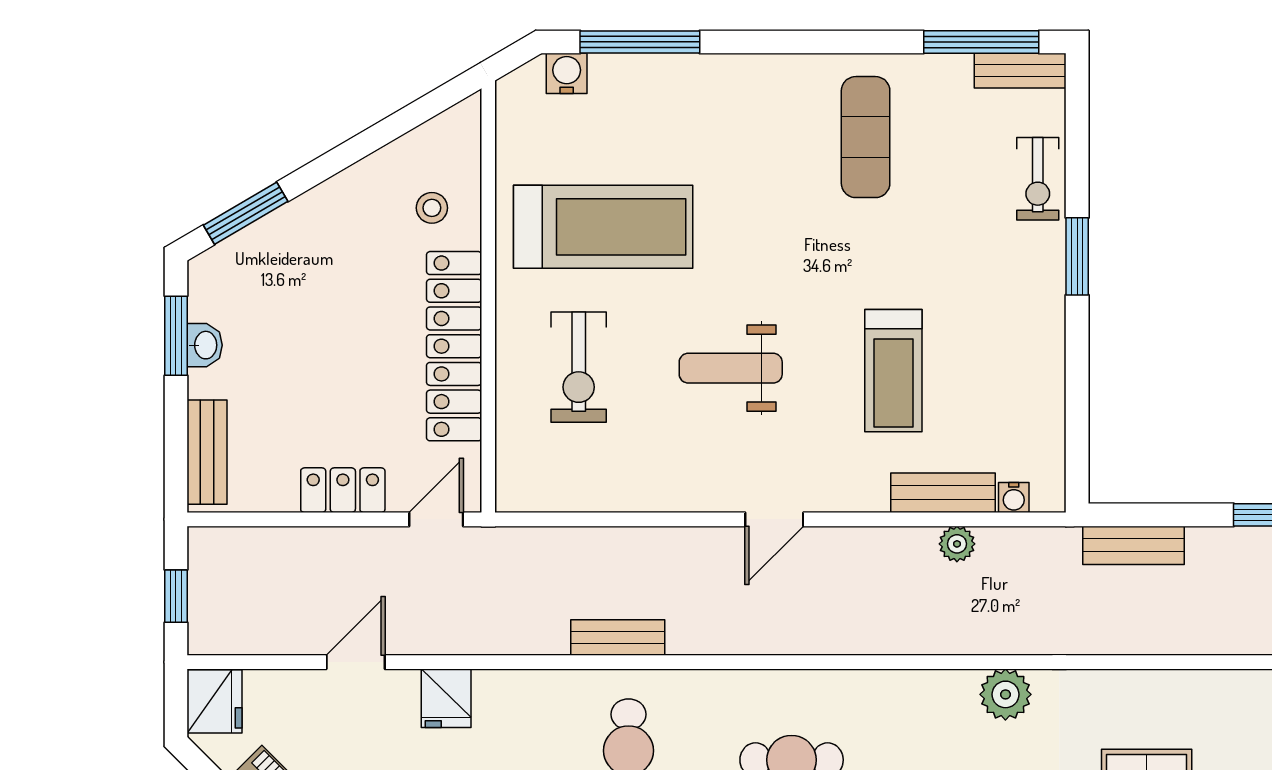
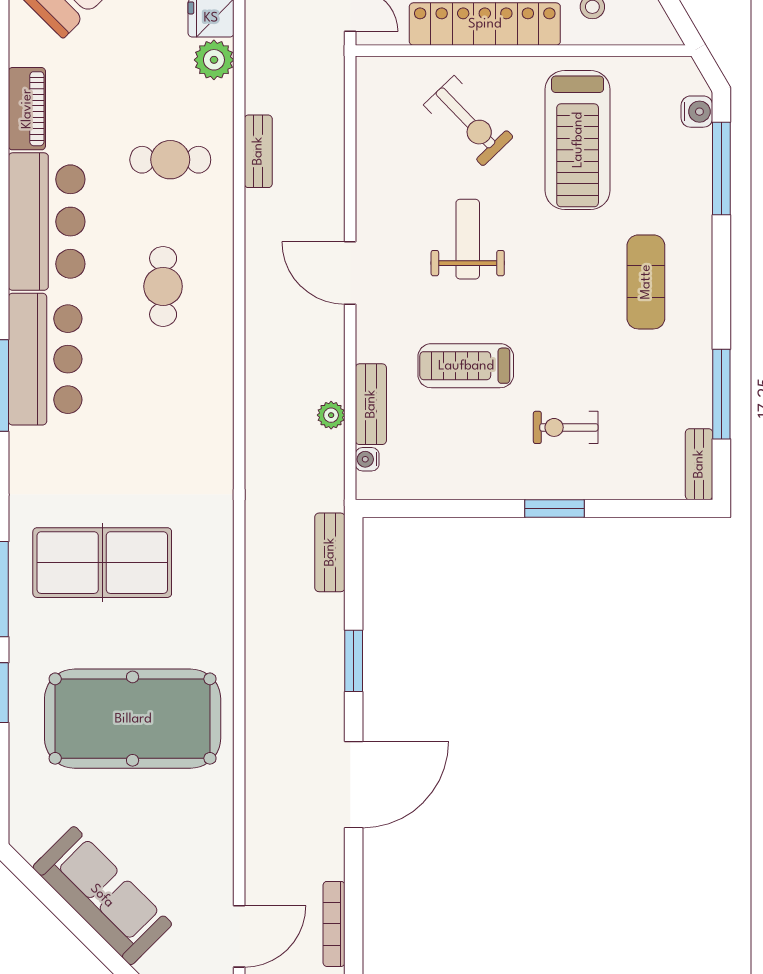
window: (981, 42) -> (721, 394), moved
exercise mat: (866, 137) -> (646, 282), moved, turned 90
exercise bike: (1038, 179) -> (566, 427), moved
exercise bike: (579, 367) -> (468, 121), turned -134
door: (774, 519) -> (350, 273), width x1.38
plant: (1005, 694) -> (214, 60), moved

